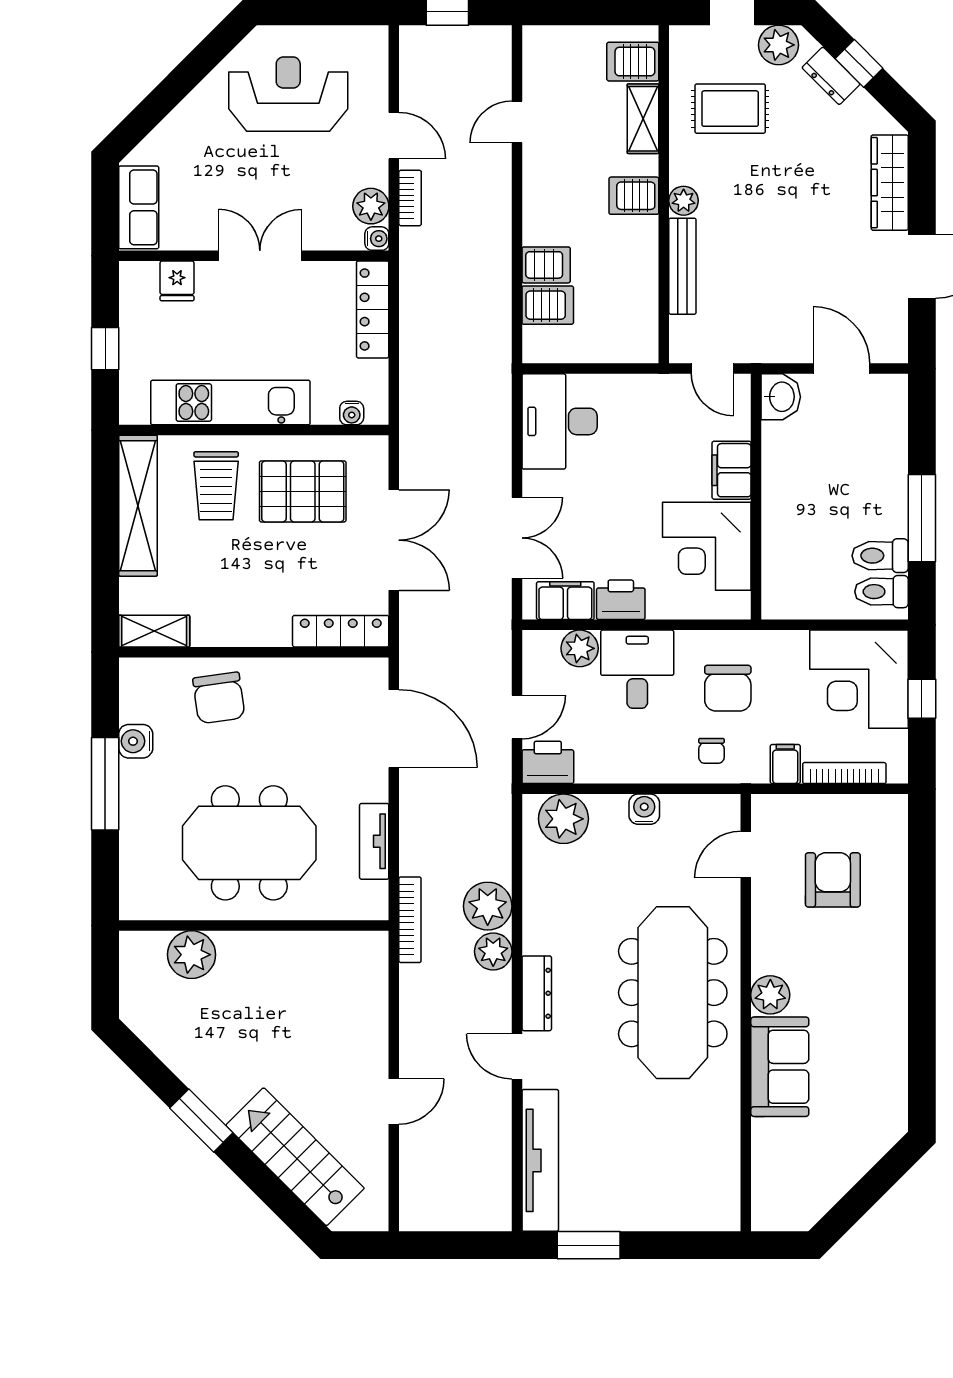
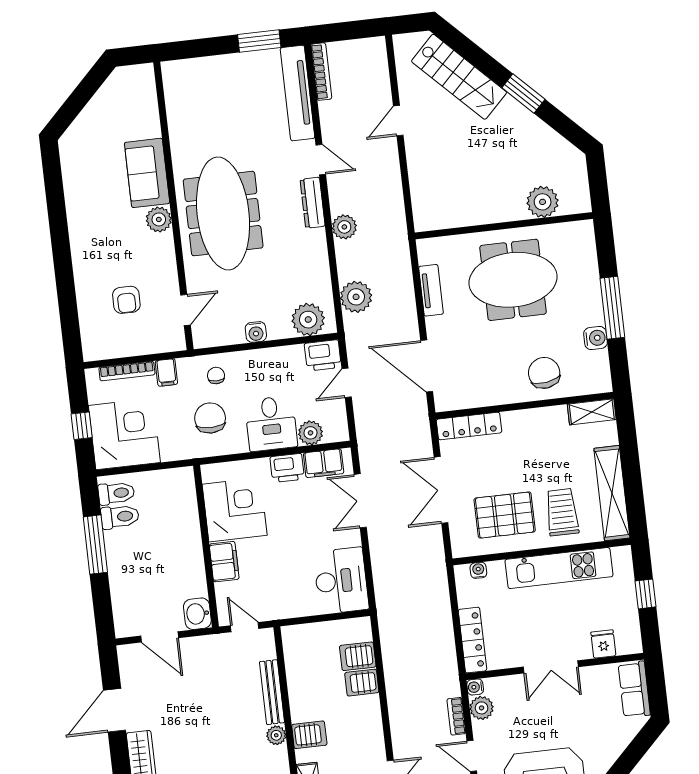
armchair: (833, 880) -> (126, 300), width x0.72, depth x0.72
plant: (488, 906) -> (356, 297), moved
bookcase: (410, 920) -> (321, 72), moved, turned 180

